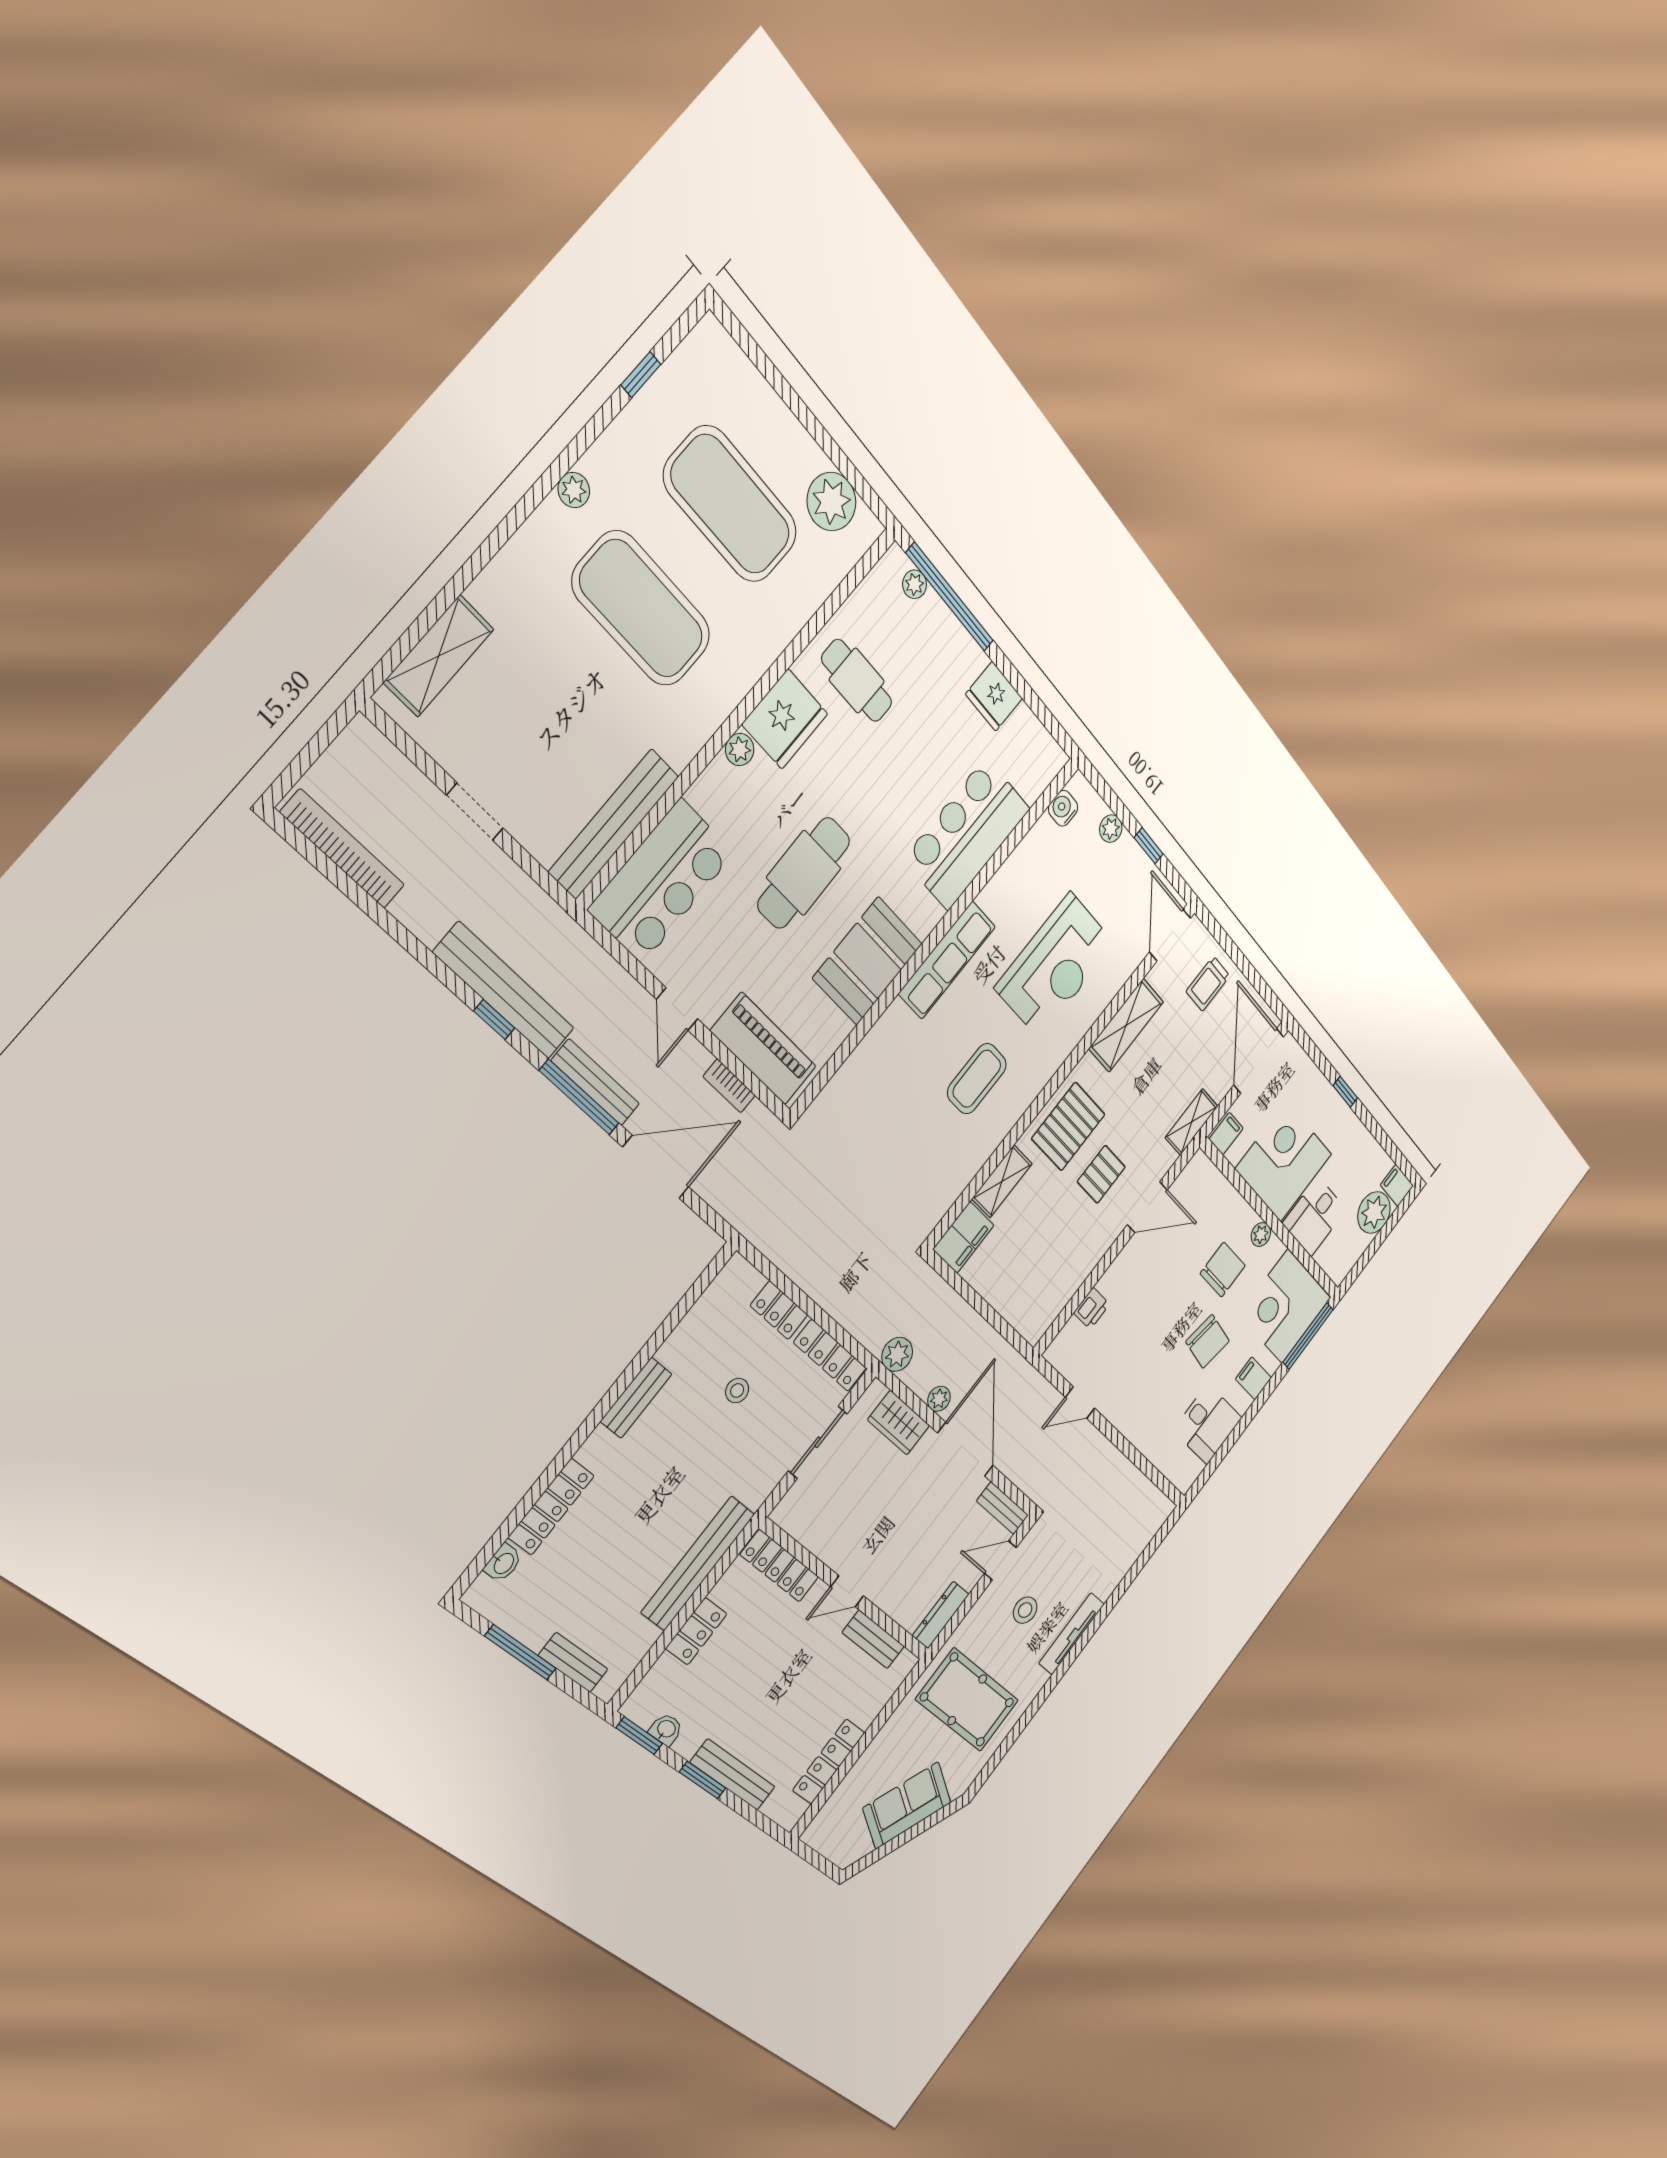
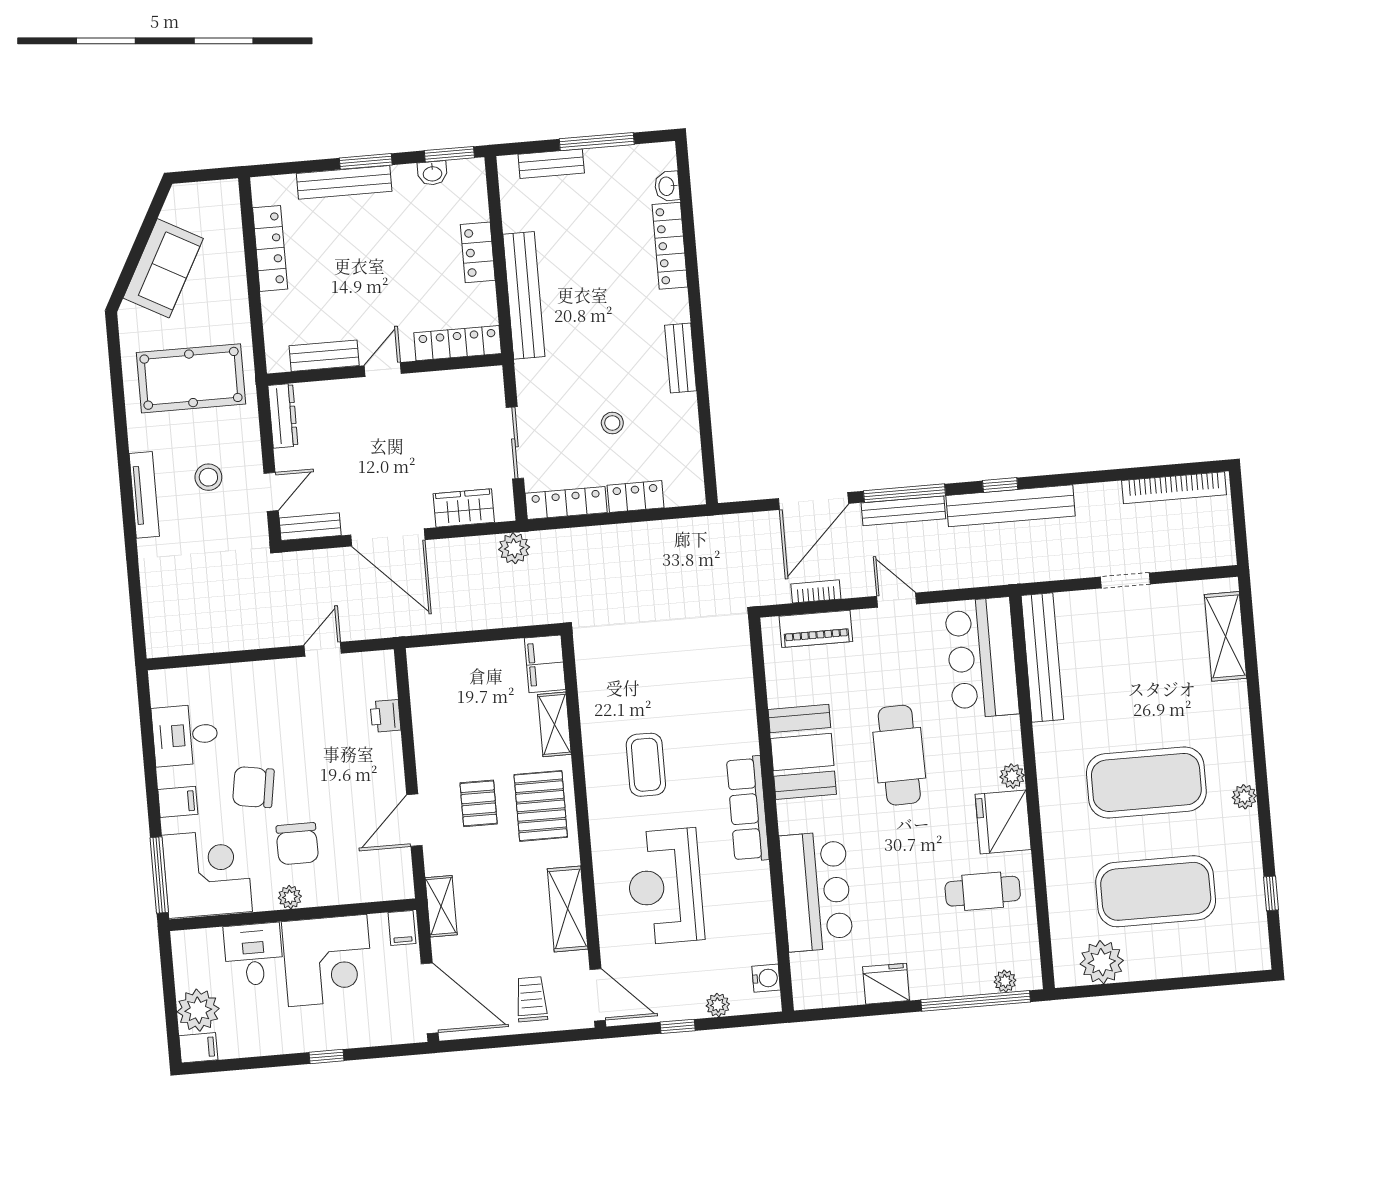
piano: (764, 1049) -> (816, 629), width x0.73, depth x0.75
plant: (939, 1399) -> (448, 550), removed

